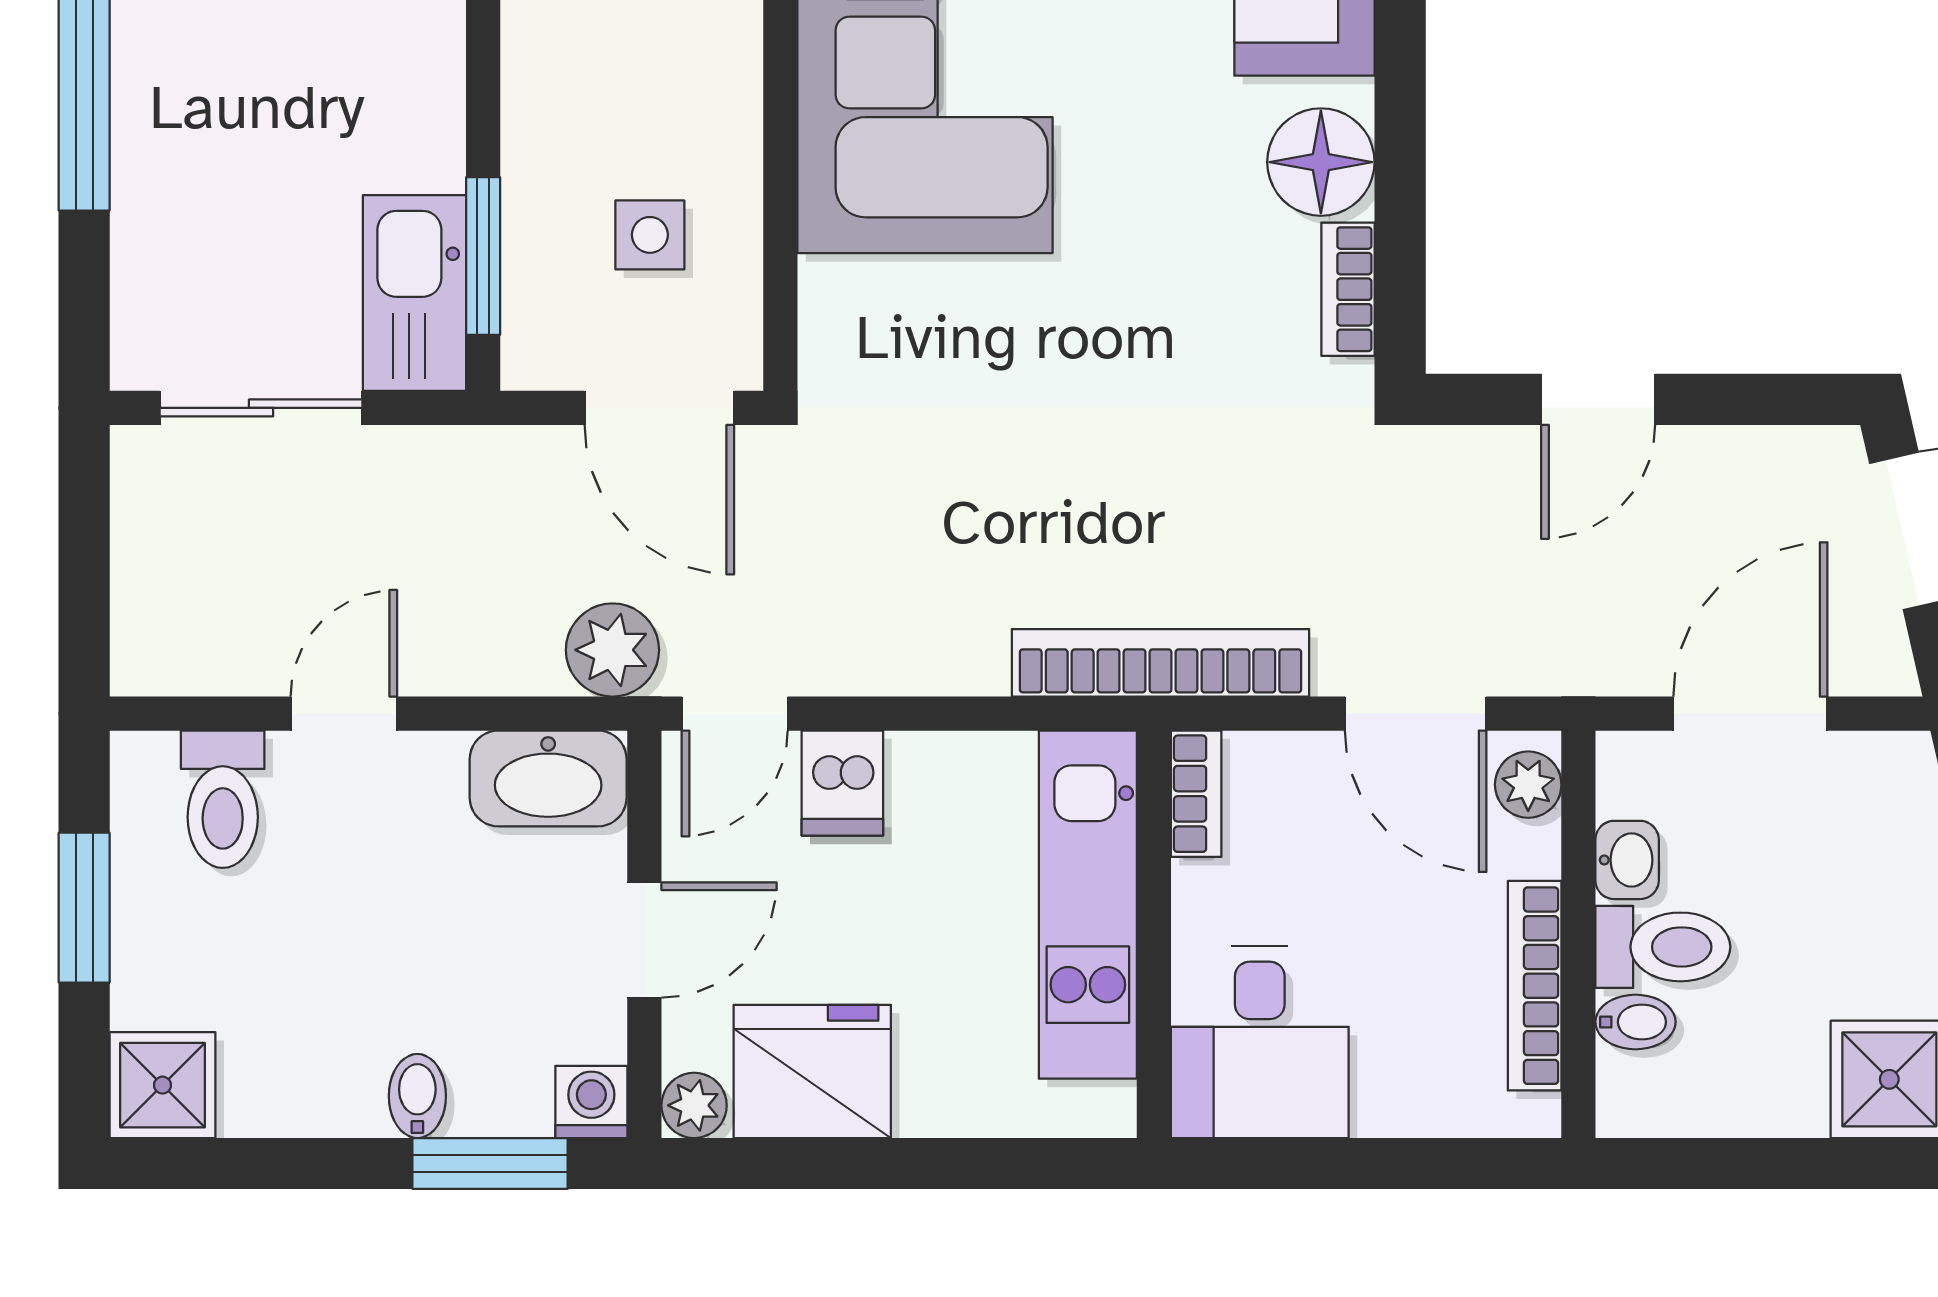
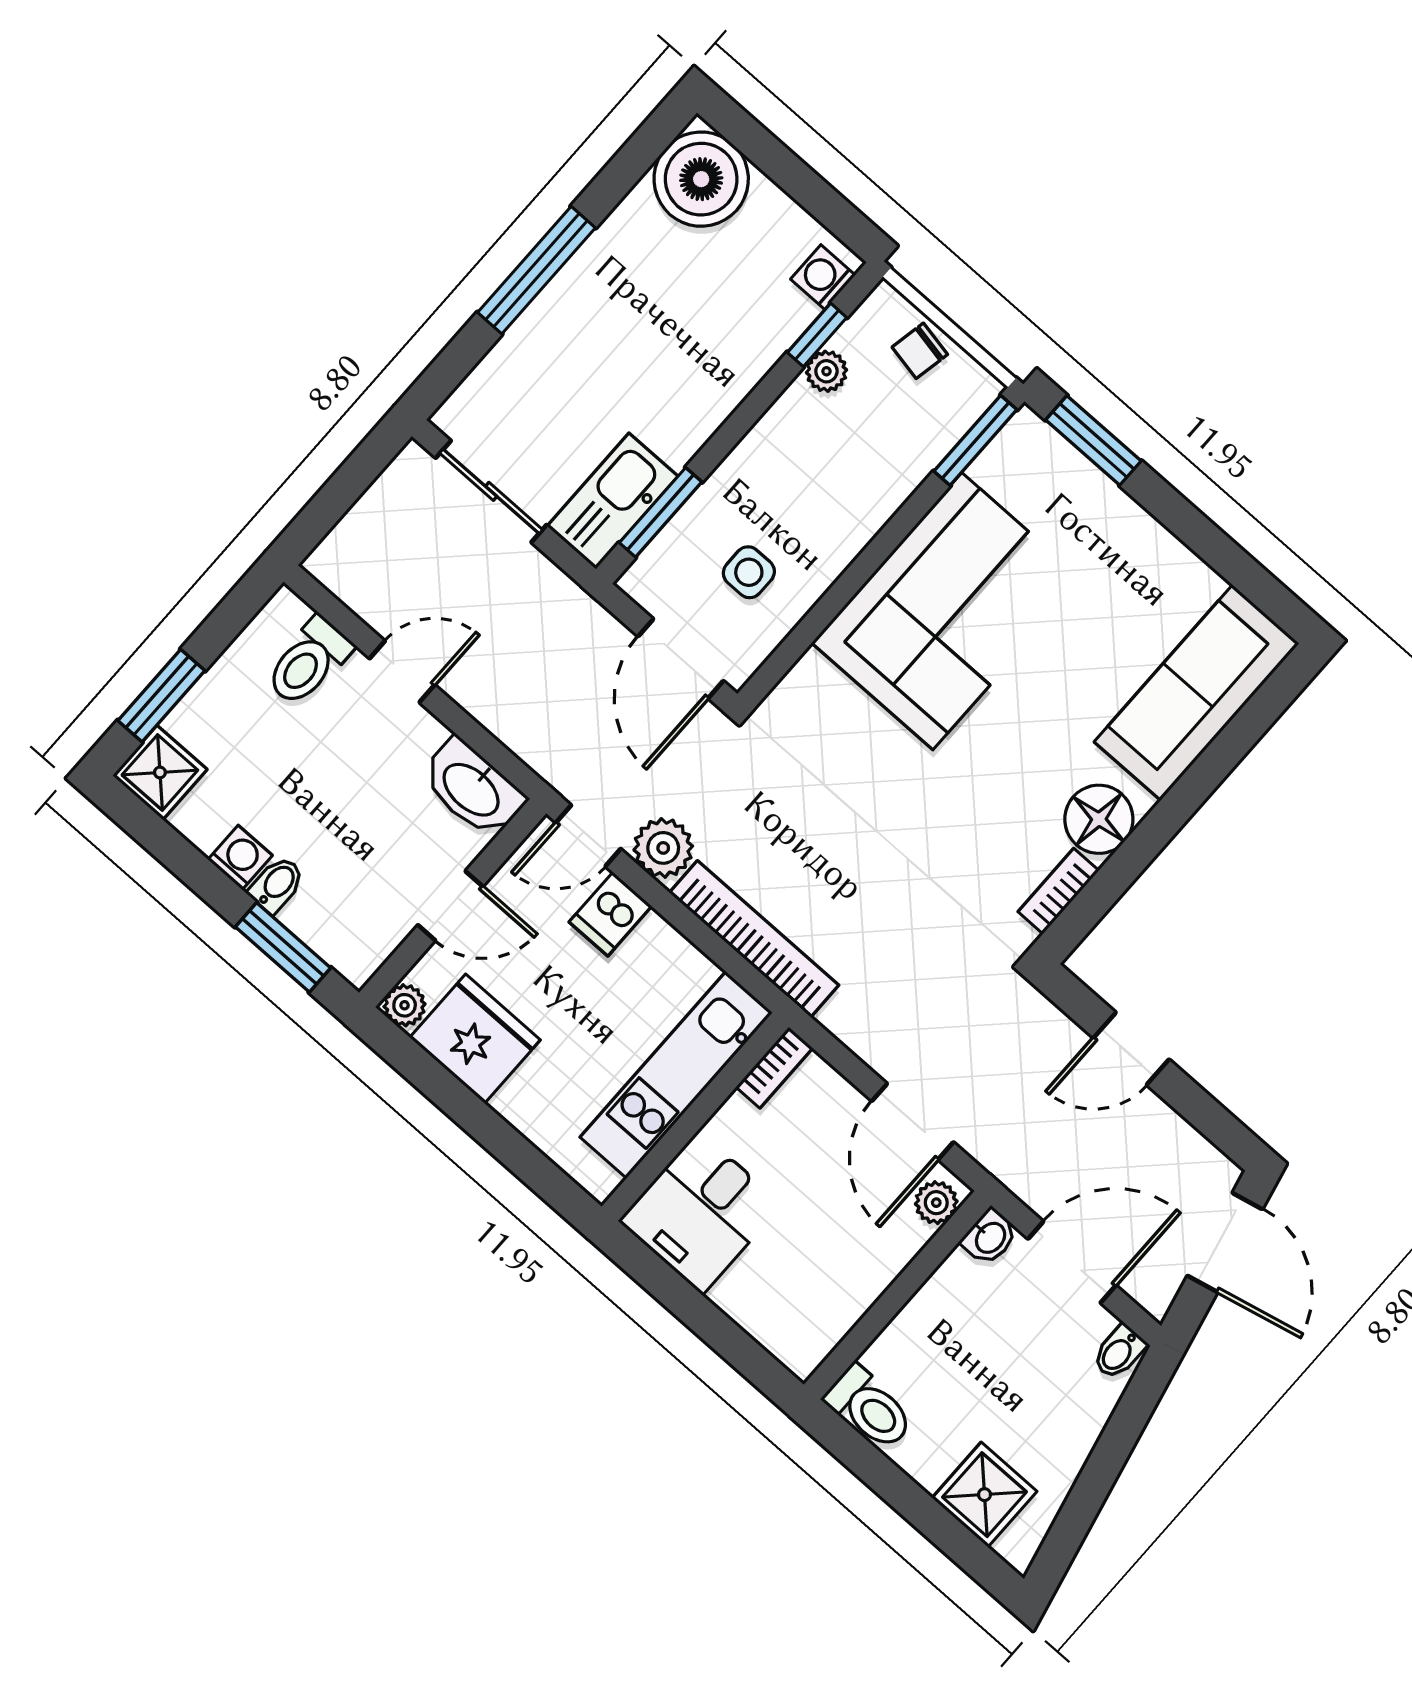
plant: (612, 650) -> (663, 848), moved
bookcase: (1160, 663) -> (754, 939), moved
washbasin: (1627, 860) -> (990, 1237), moved
window: (84, 908) -> (161, 696), moved
toilet: (1663, 947) -> (869, 1408), moved
bookcase: (1535, 986) -> (855, 1301), removed
bidet: (1635, 1022) -> (1119, 1352), moved, turned 90
washing machine: (591, 1102) -> (240, 857), moved

